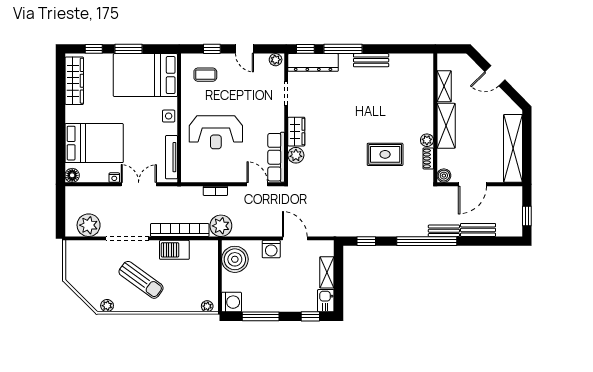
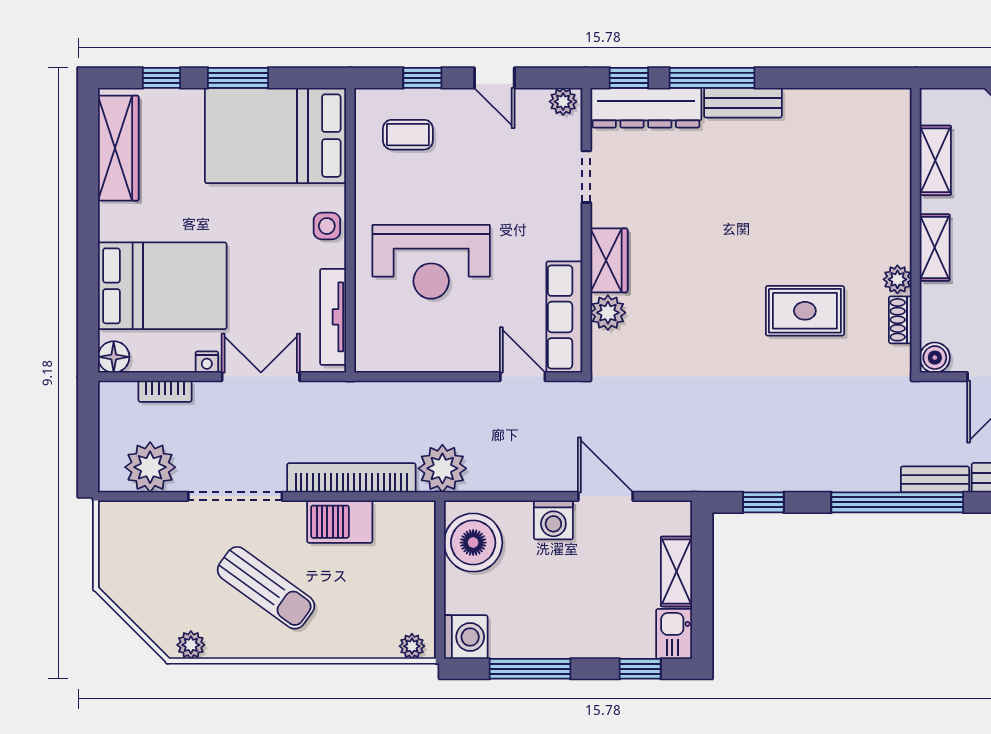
bench: (371, 60) -> (743, 103), moved
shelving: (446, 126) -> (935, 248), width x0.67, depth x0.75
bookcase: (215, 191) -> (165, 391), moved

